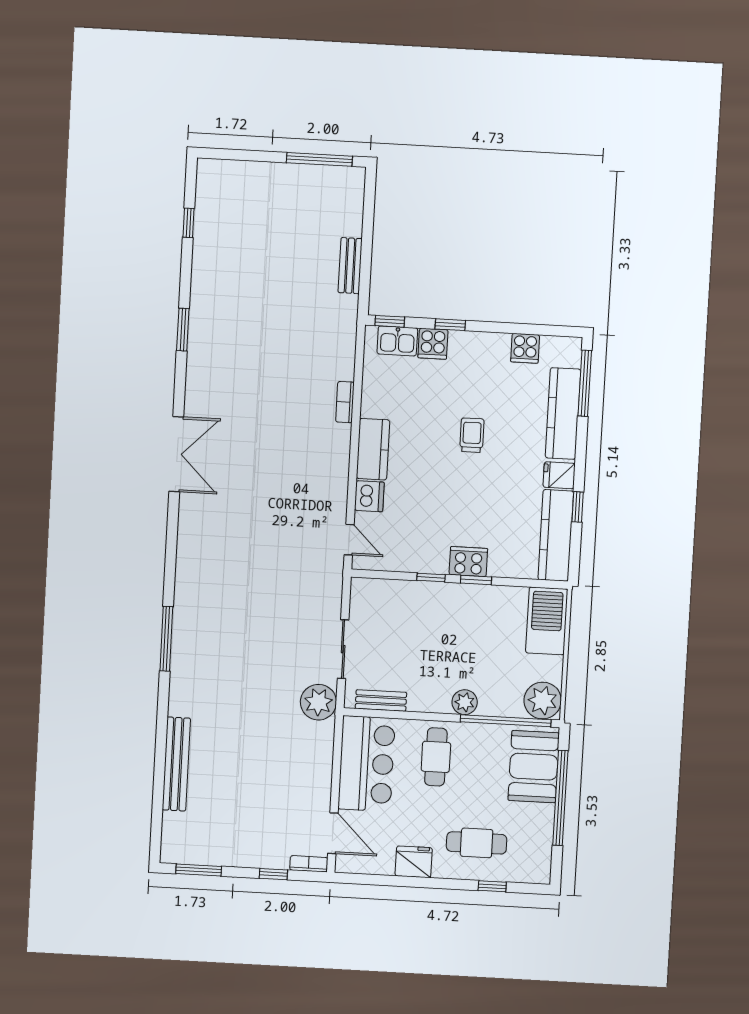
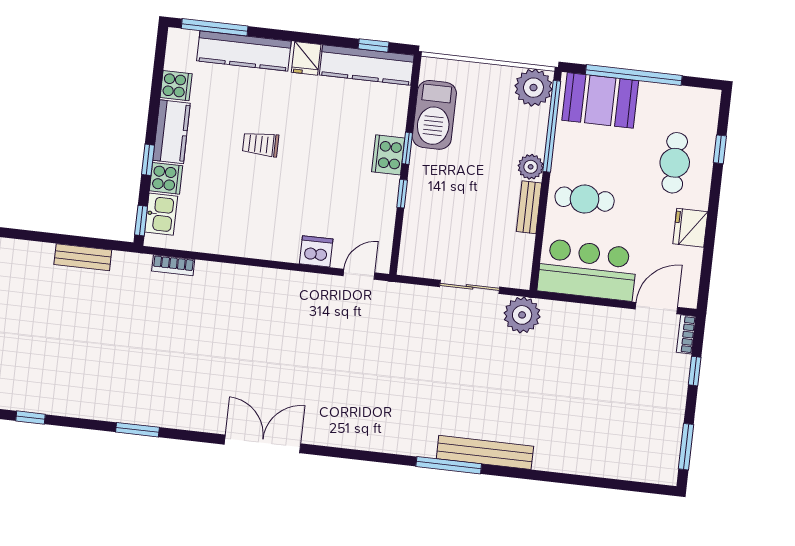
bookcase: (345, 402) -> (173, 265), moved
kitchen counter: (373, 449) -> (172, 132), moved, turned 90
window: (578, 507) -> (374, 45), moved
barbecue: (547, 621) -> (434, 115), moved, turned -90
bench: (381, 700) -> (529, 207), moved
bench: (176, 764) -> (485, 452), moved

